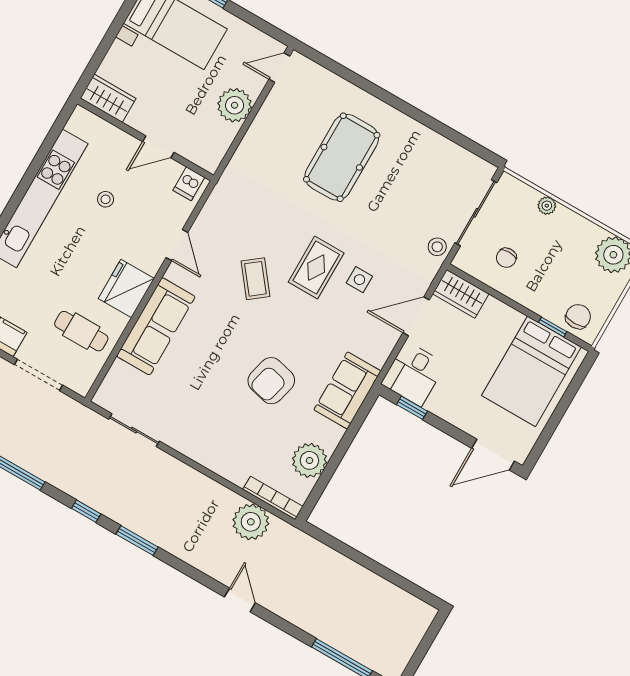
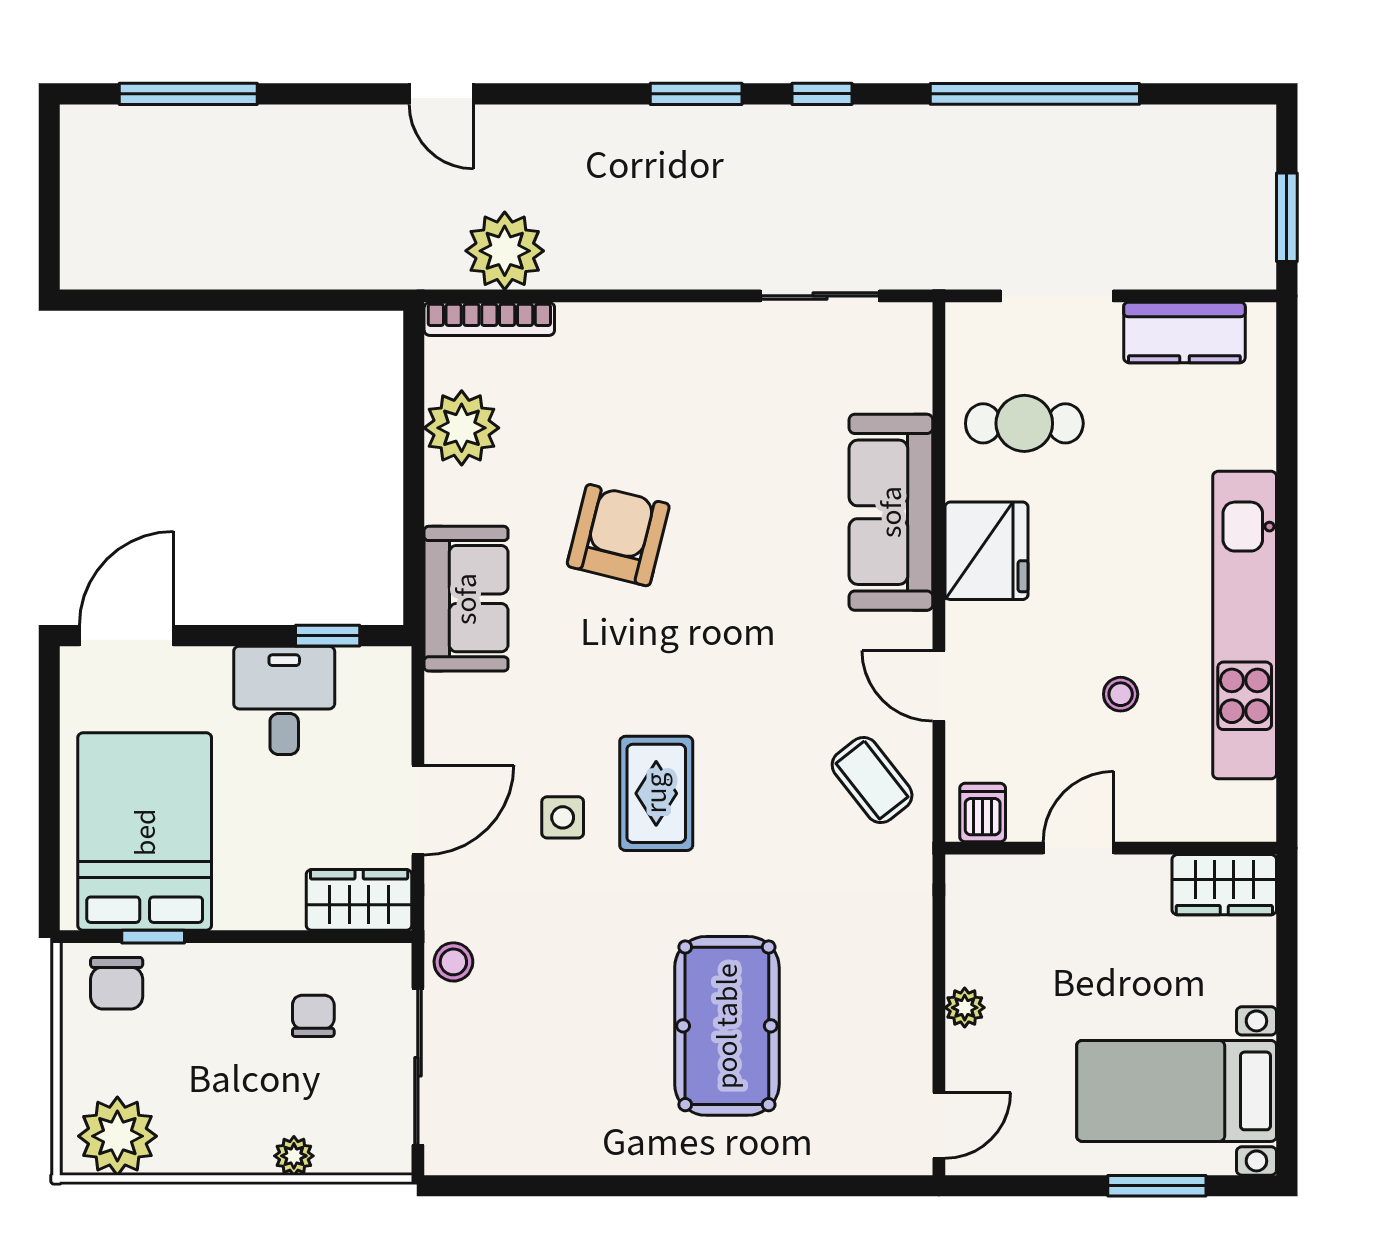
plant: (235, 105) -> (965, 1008), width x0.53, depth x0.53
coffee table: (255, 279) -> (872, 780), moved
desk: (413, 374) -> (284, 700), moved

